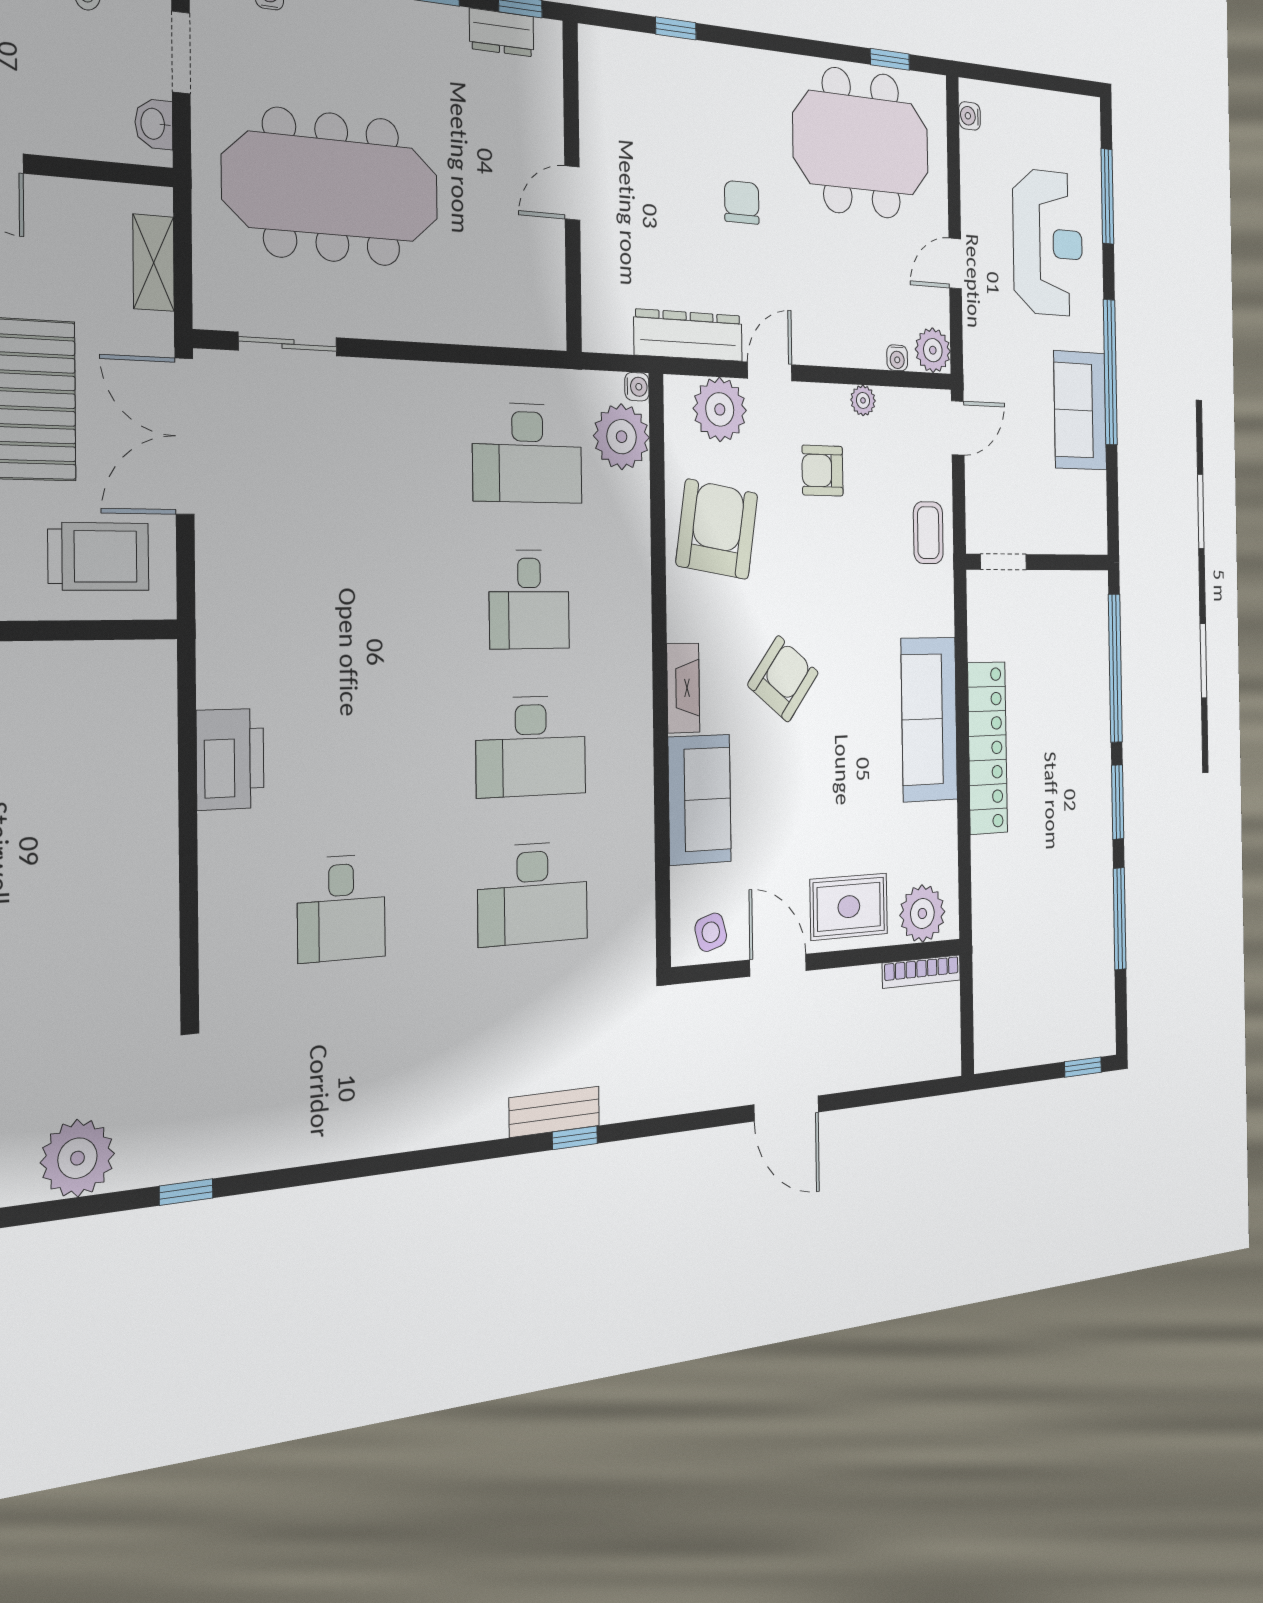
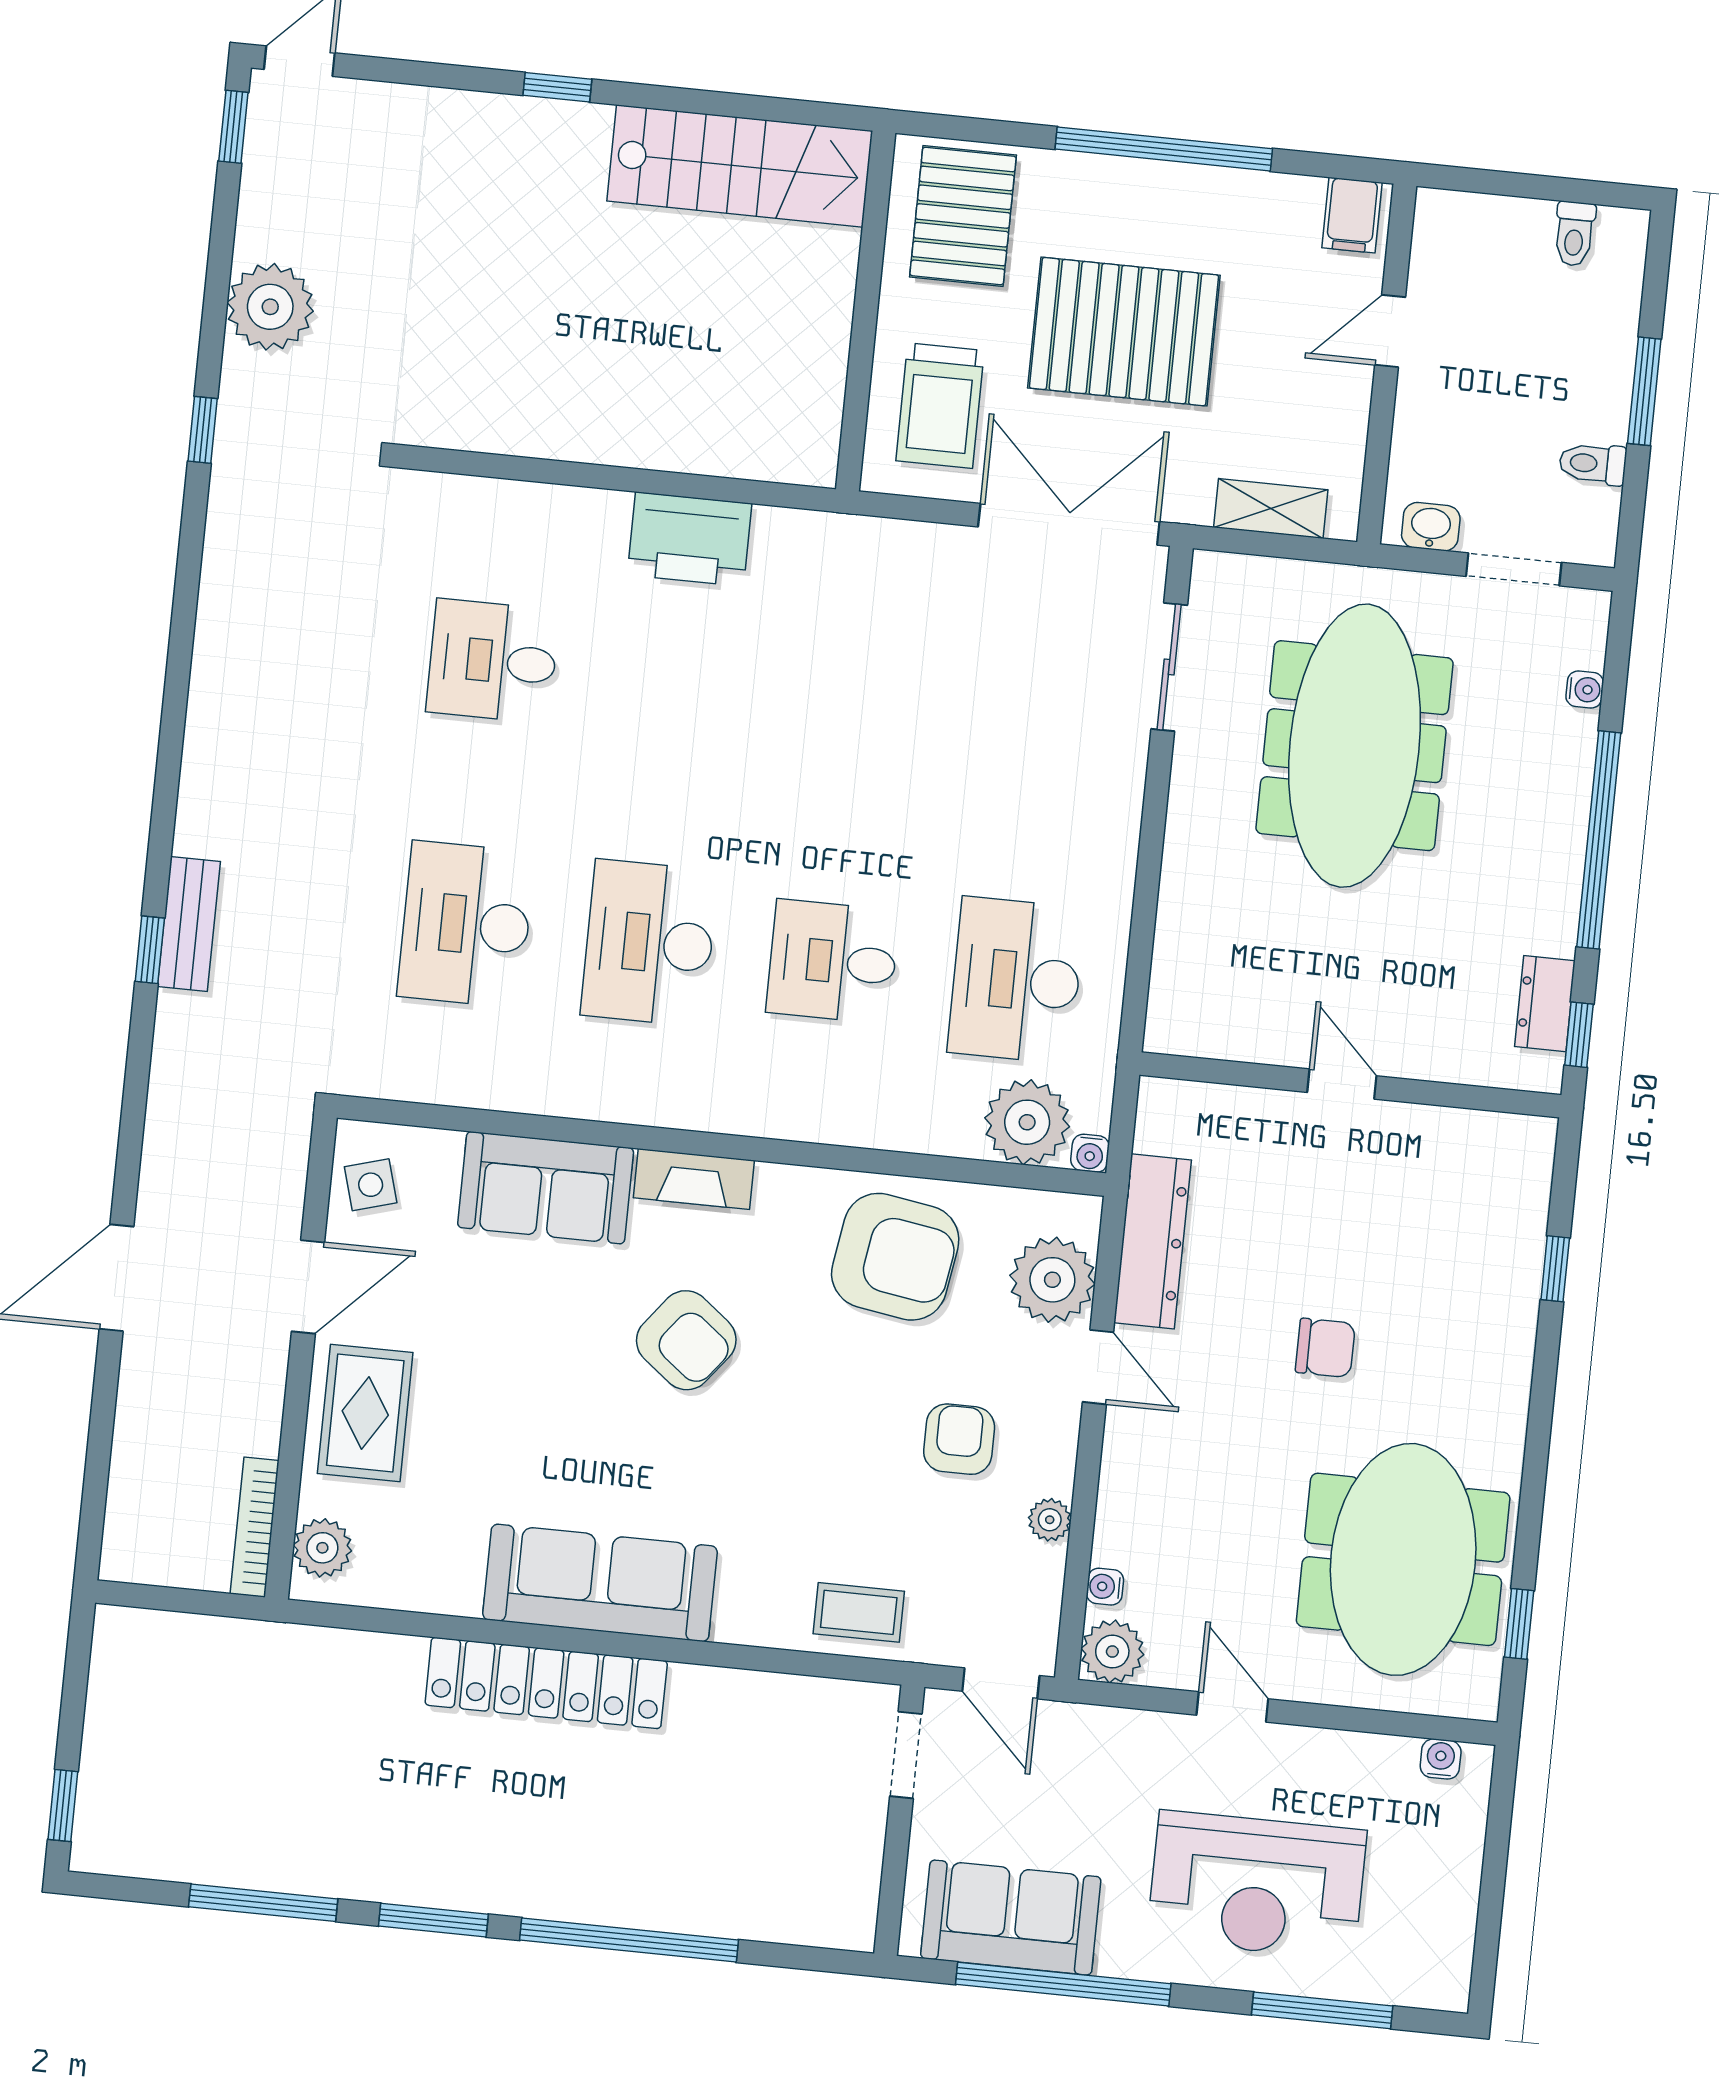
doorway: (1004, 562) -> (906, 1755), moved
wall: (1038, 562) -> (899, 1820), moved
plant: (922, 913) -> (322, 1548), width x0.73, depth x0.73

